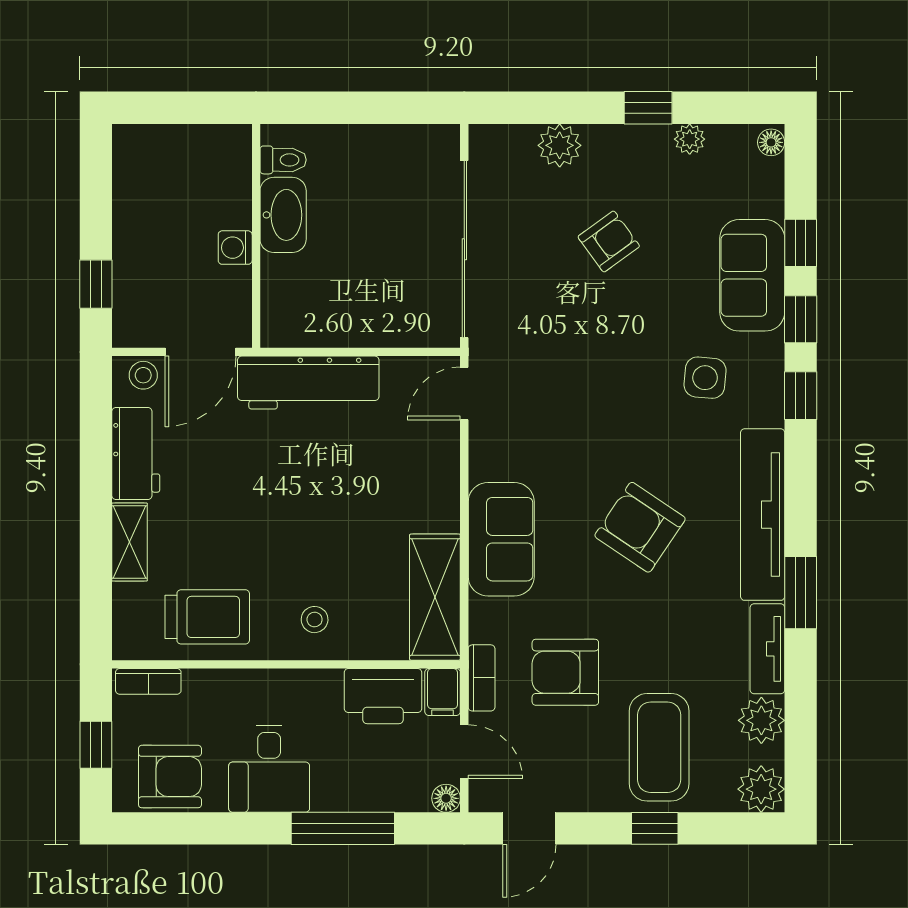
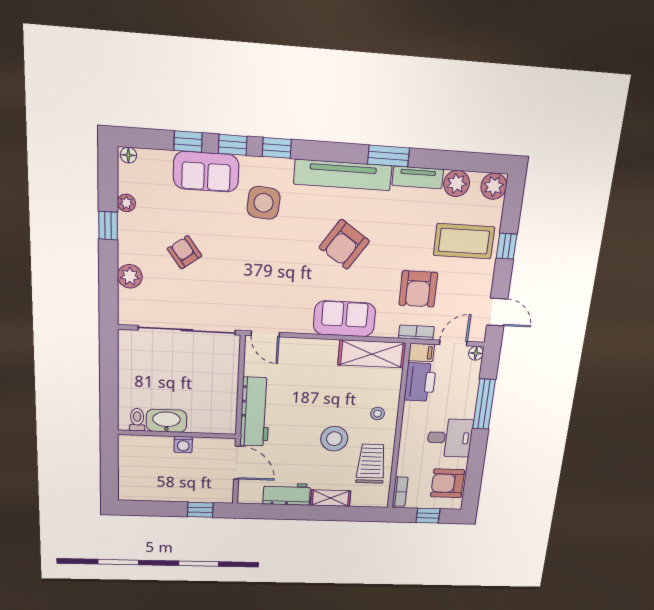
stool: (143, 375) -> (334, 439), moved, width x1.89, depth x1.89
side table: (705, 378) -> (264, 203), width x1.37, depth x1.37
armchair: (170, 777) -> (448, 483), turned -90

